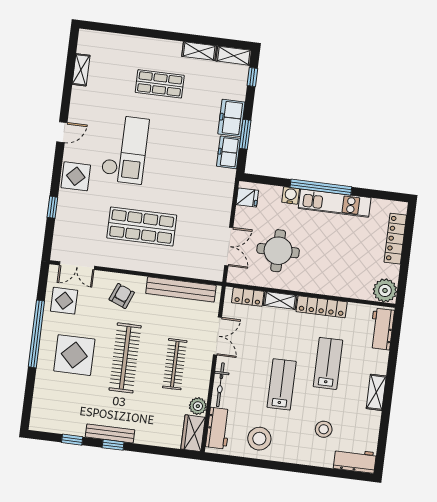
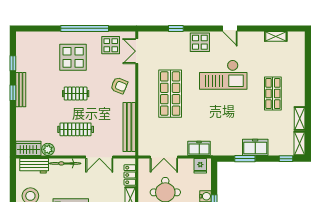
freezer: (229, 152) -> (199, 148), moved
clothes rail: (125, 358) -> (76, 94), width x0.54, depth x0.76

